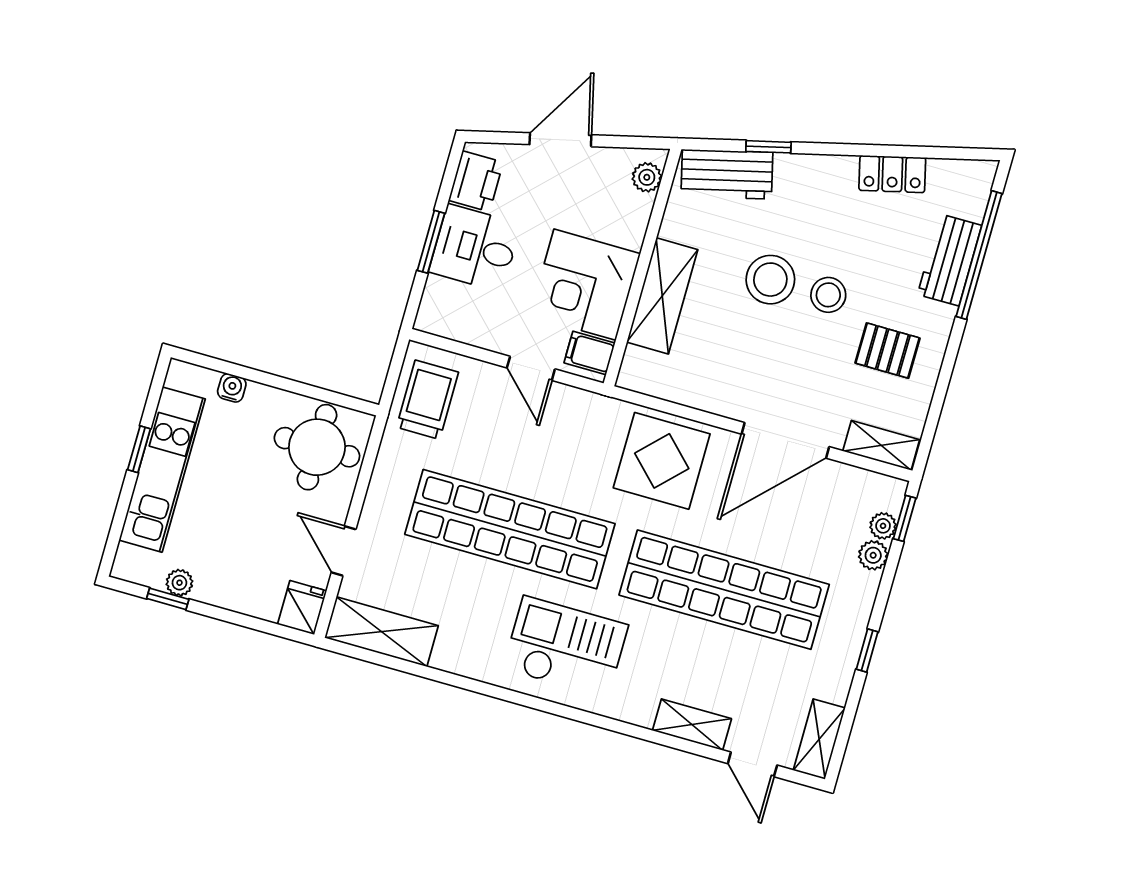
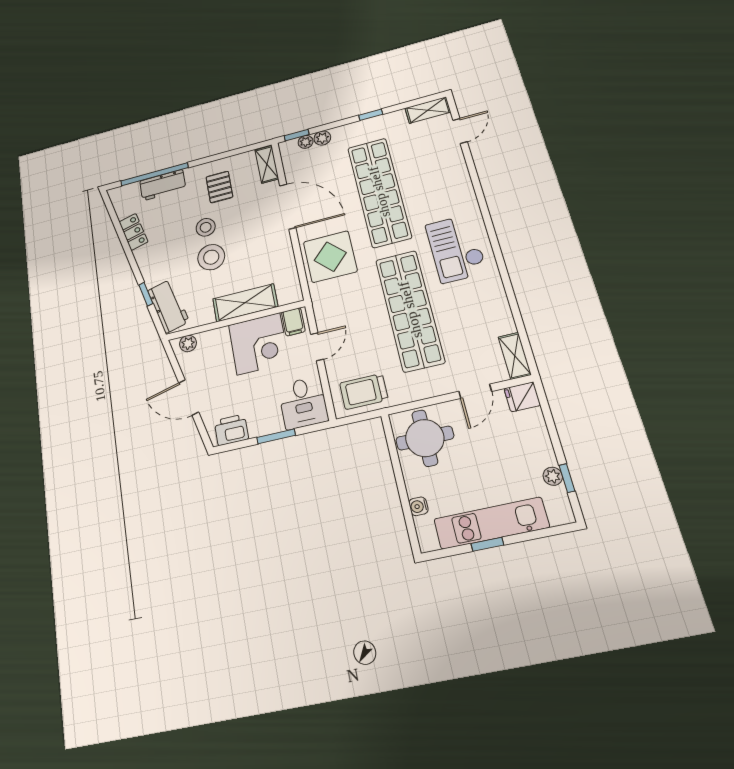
desk: (475, 248) -> (303, 403), moved
shelving: (381, 632) -> (515, 356), width x0.67, depth x0.75
shelving: (692, 725) -> (458, 168), removed

